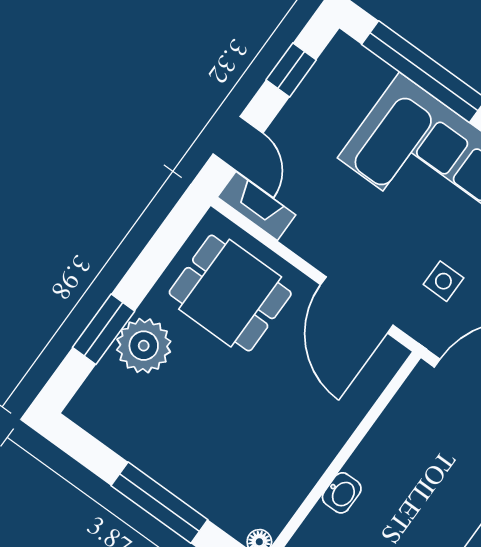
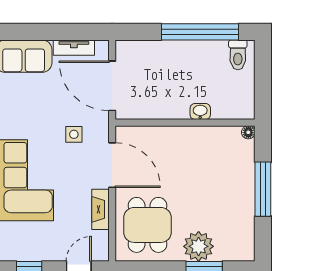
fireplace: (257, 206) -> (100, 209), moved
door: (357, 305) -> (112, 165), hinge flipped

